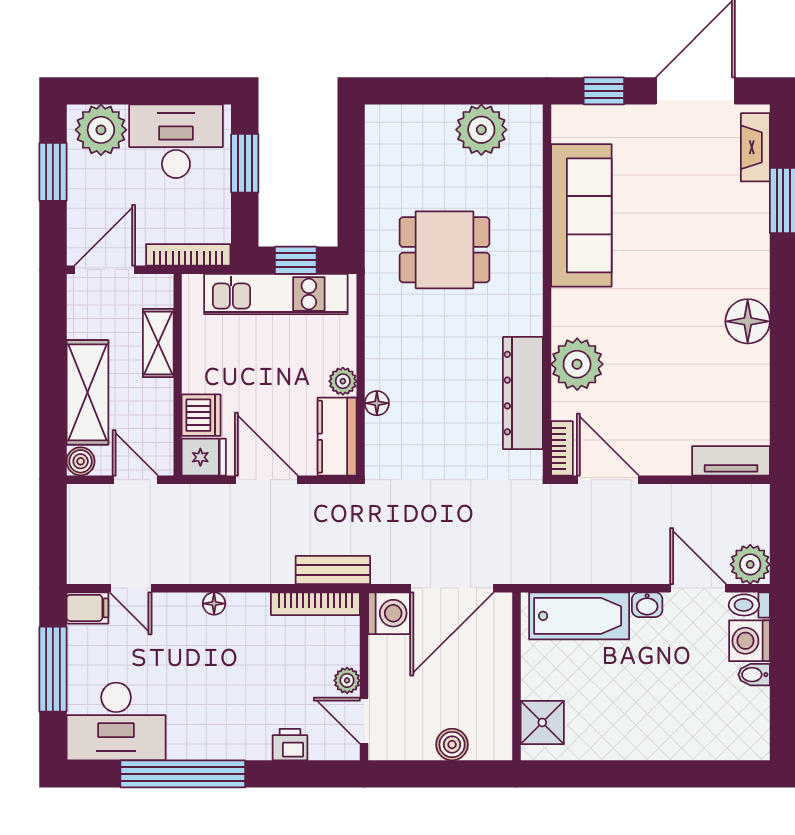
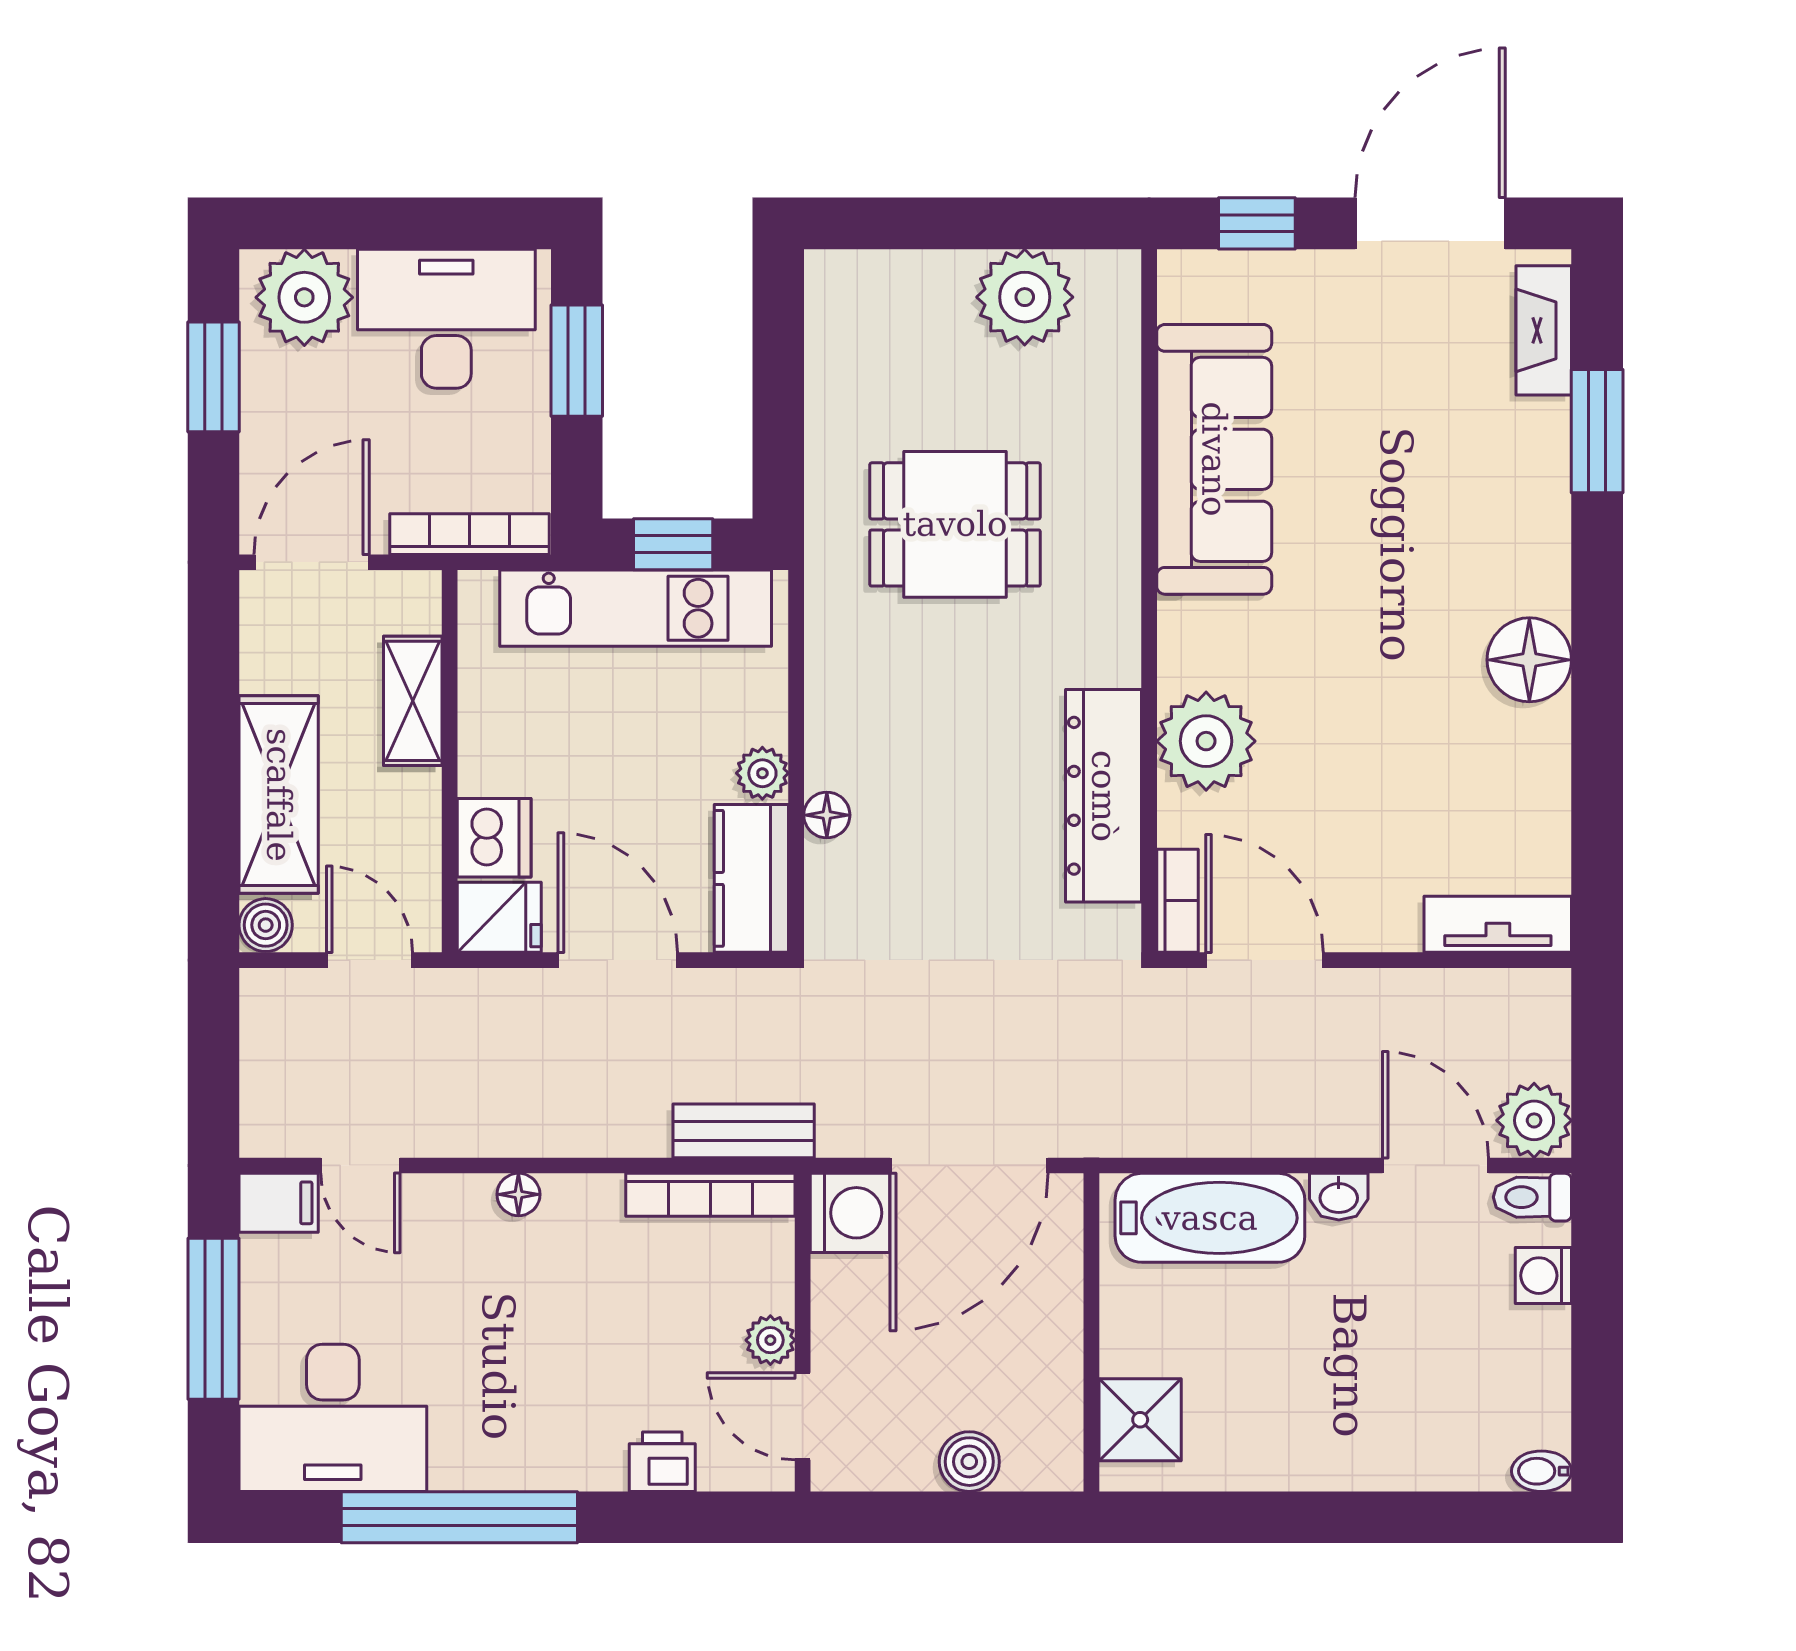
washing machine: (750, 641) -> (1543, 1276), width x0.73, depth x0.73
bidet: (754, 675) -> (1541, 1471), moved

